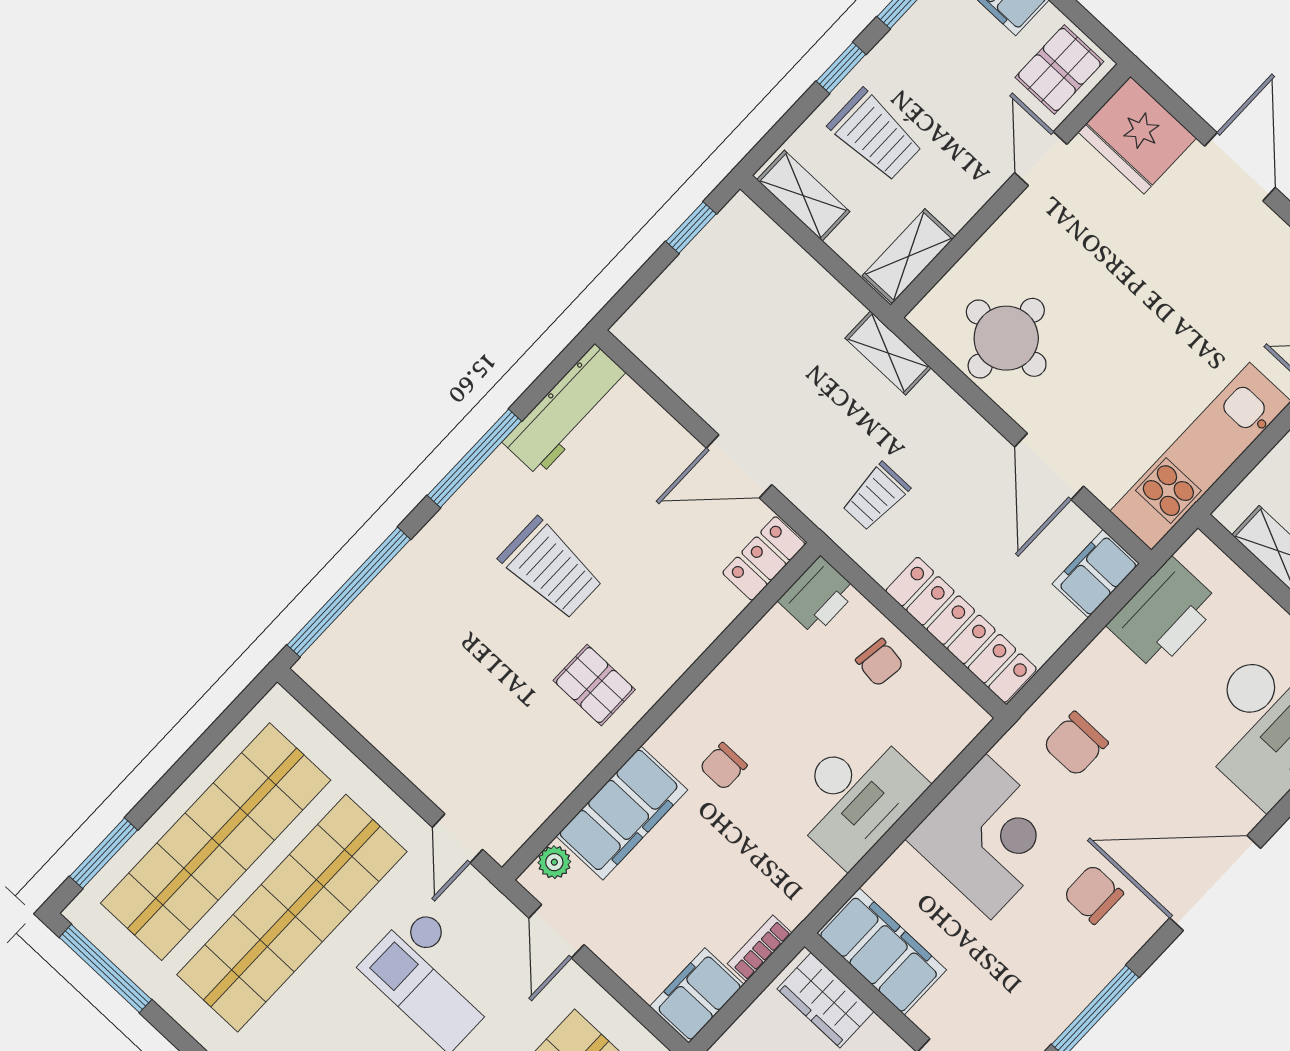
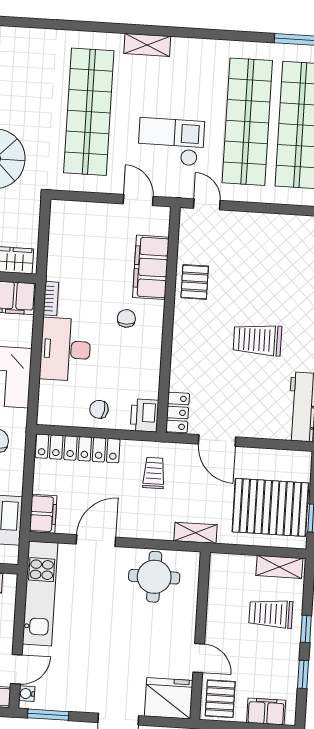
shelving: (909, 256) -> (219, 577), removed
pallet: (742, 297) -> (270, 507), added
door: (739, 466) -> (217, 441), swing flipped
door: (1049, 467) -> (96, 541), hinge flipped
pallet: (594, 685) -> (195, 282), moved, turned 90
plant: (554, 862) -> (161, 226), removed
bookcase: (760, 948) -> (51, 298), moved
filing cabinet: (697, 995) -> (63, 220), removed

